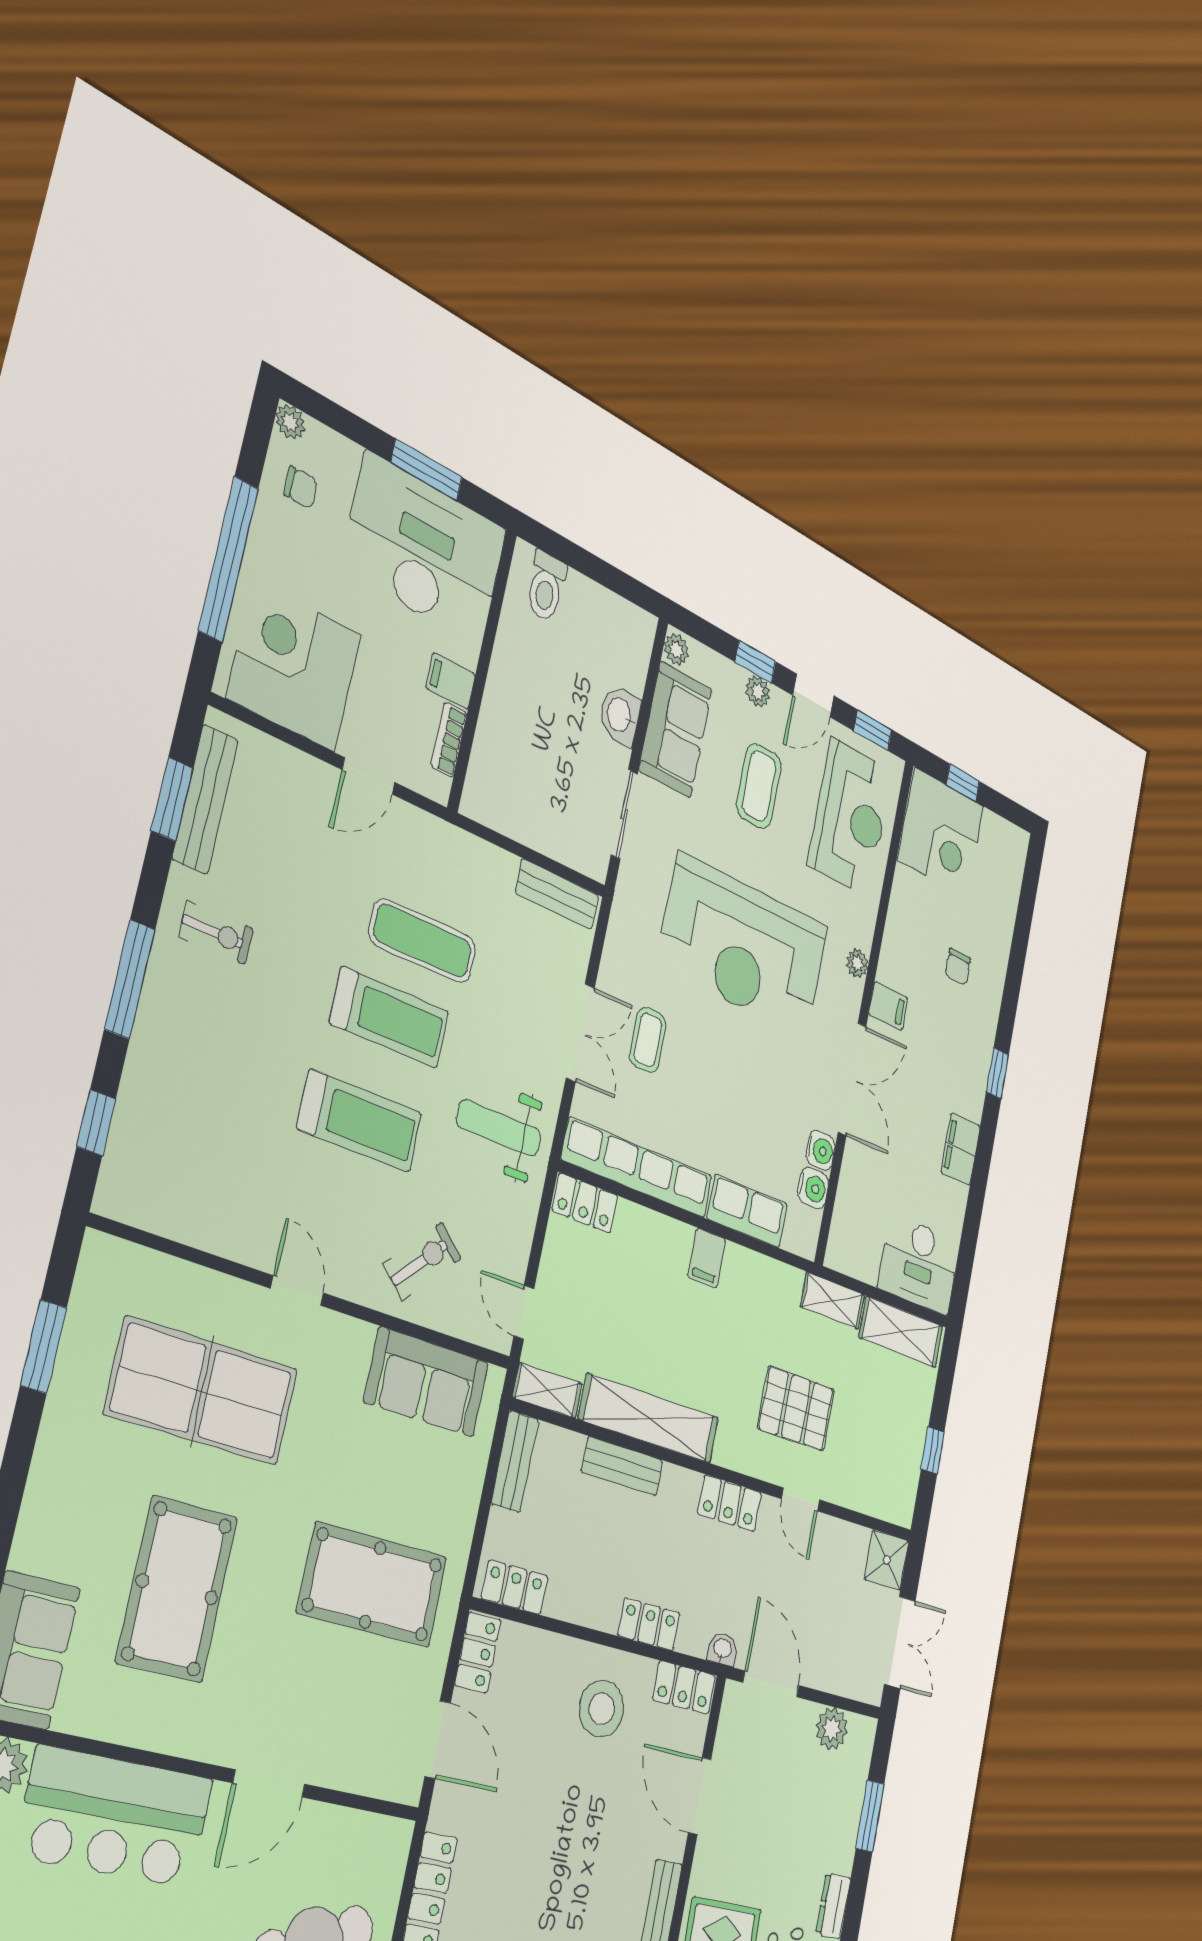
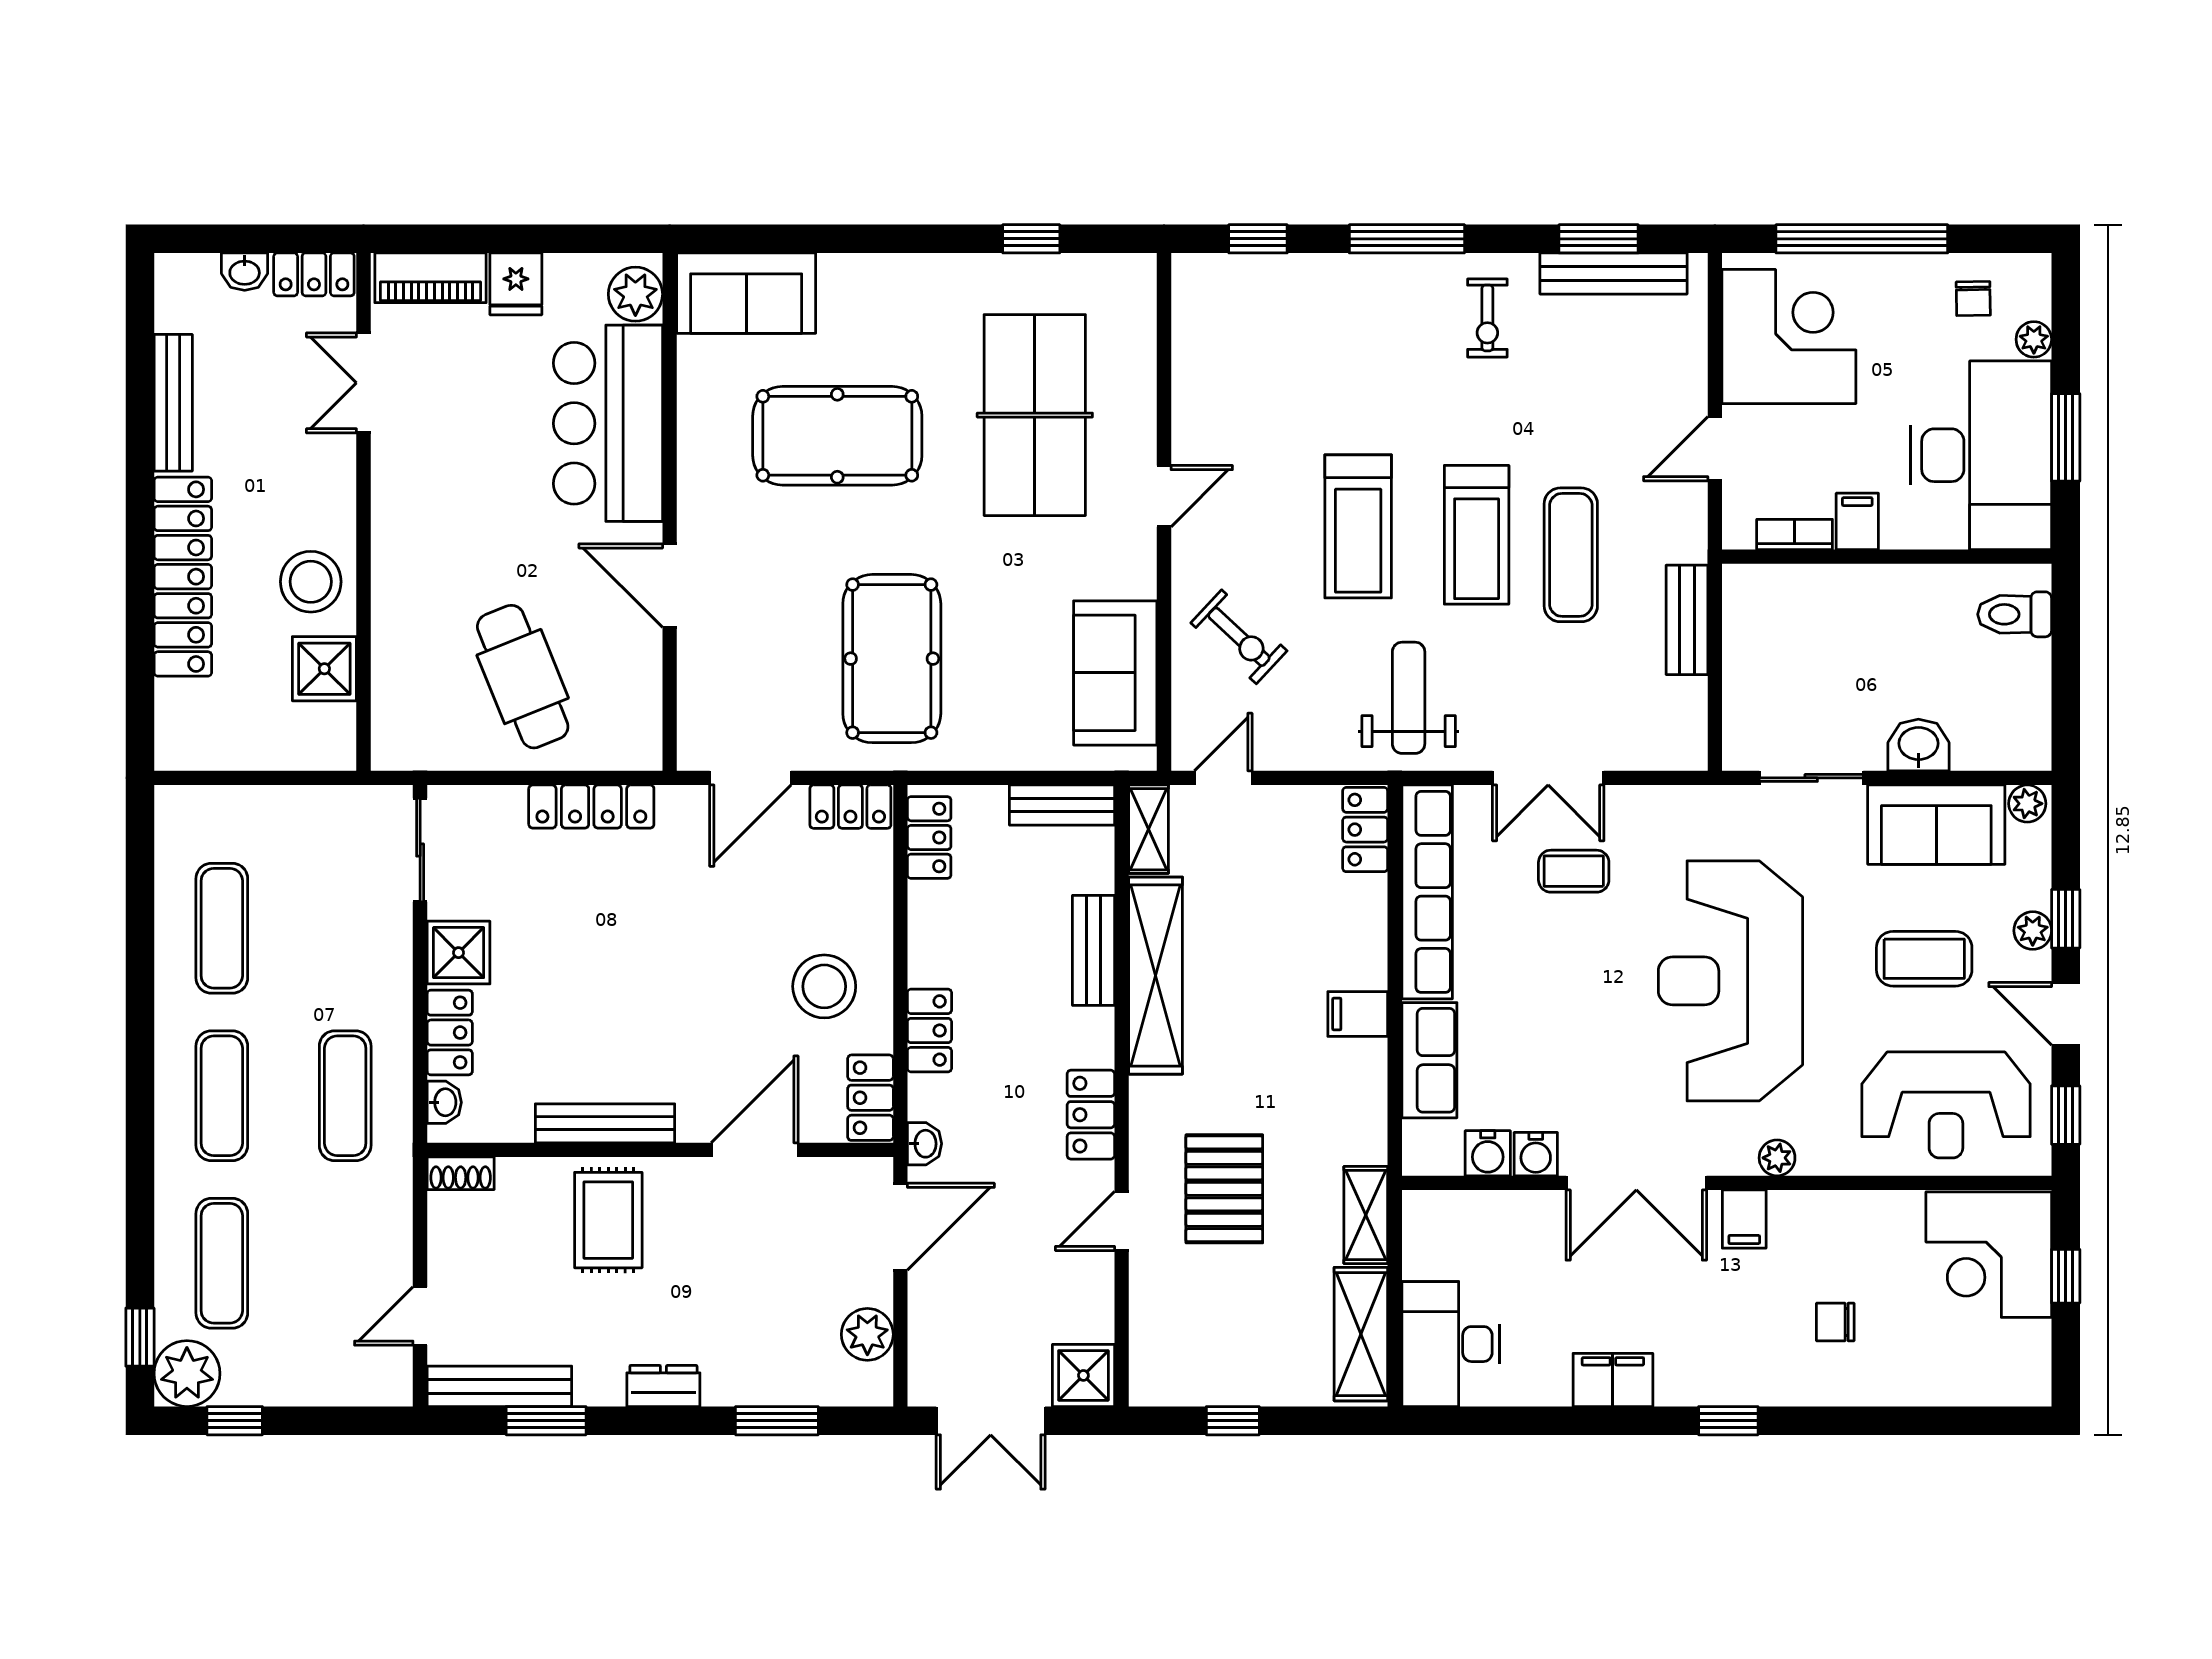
plant: (290, 422) -> (2034, 339), moved
door: (369, 776) -> (1715, 449), hinge flipped
bench: (557, 894) -> (1687, 620), moved
window: (44, 1347) -> (1031, 239), width x0.67

